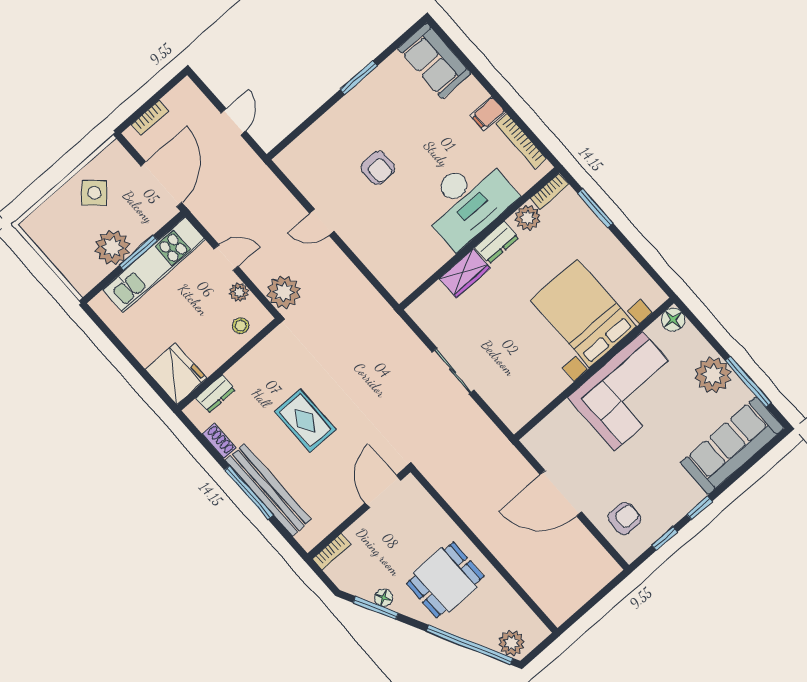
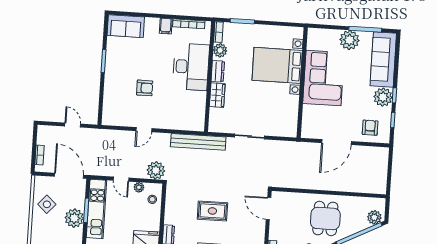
door: (226, 258) -> (121, 179), swing flipped
bench: (378, 310) -> (198, 142), added
floor lamp: (673, 320) -> (313, 34), removed
plant: (682, 495) -> (383, 97), added

